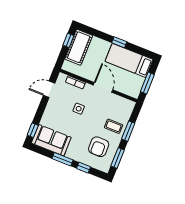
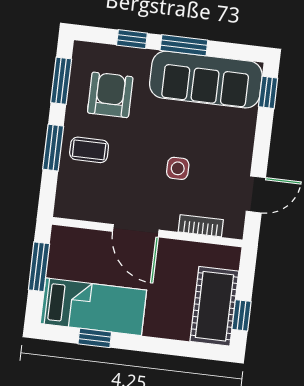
window: (119, 42) -> (95, 338), moved
sofa: (51, 140) -> (206, 80), width x1.36

